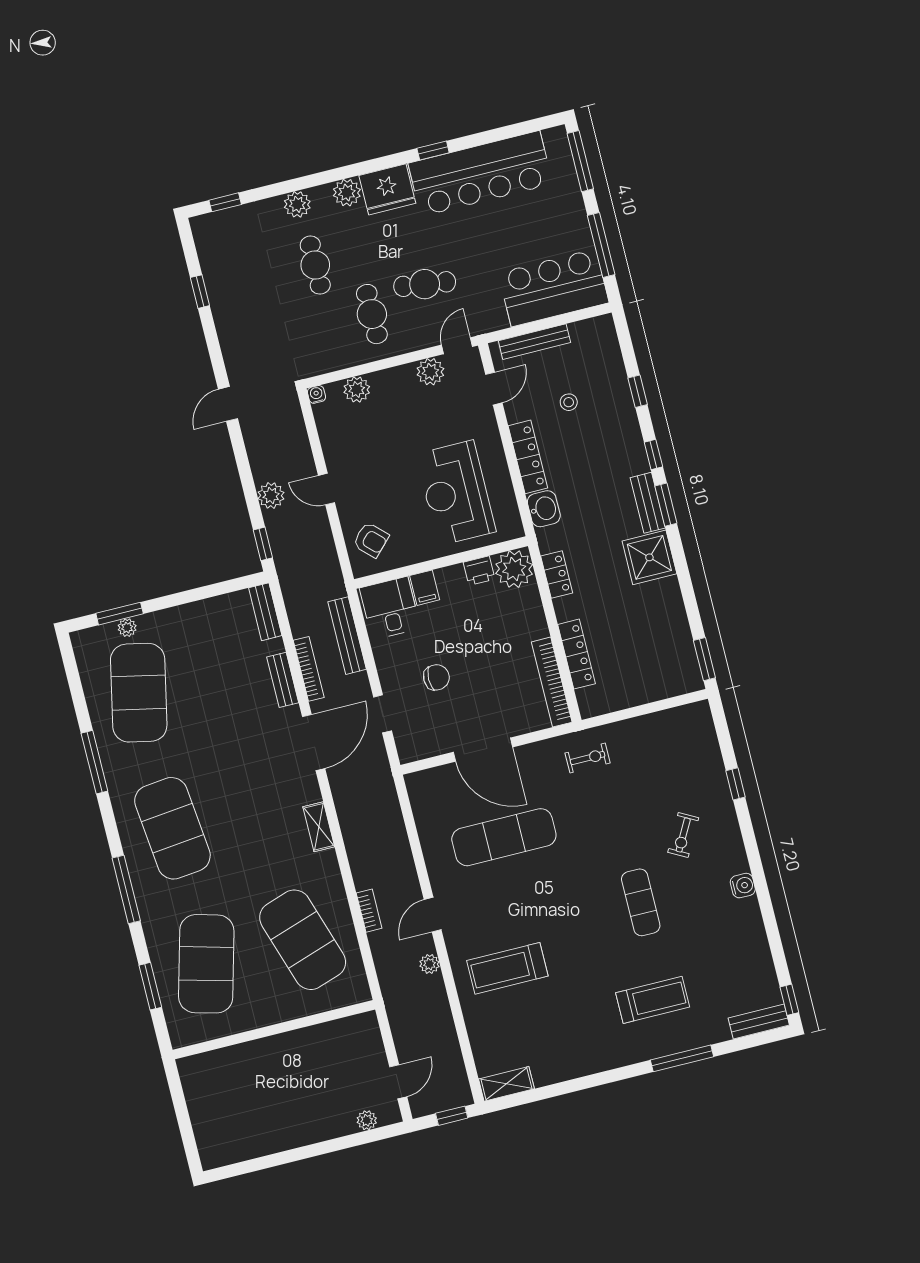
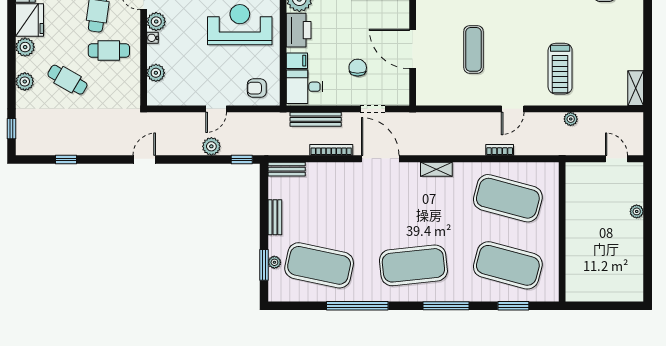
cafe table: (315, 265) -> (67, 80), turned 30
water cooler: (316, 394) -> (152, 38), moved
door: (228, 404) -> (144, 160), swing flipped
reception desk: (456, 493) -> (240, 25), turned 180
armchair: (371, 540) -> (257, 88), turned -134
printer: (479, 571) -> (299, 30), width x1.87, depth x1.48
bench: (283, 680) -> (275, 217), moved, turned 90
door: (483, 750) -> (413, 49), swing flipped
window: (94, 762) -> (357, 306), width x1.46
exercise mat: (504, 837) -> (474, 49), width x0.73, depth x0.69
door: (433, 915) -> (513, 109), hinge flipped
exercise mat: (303, 940) -> (508, 198), turned 33
plant: (429, 964) -> (571, 119), moved
window: (452, 1116) -> (648, 129), removed
plant: (367, 1120) -> (637, 211), moved

